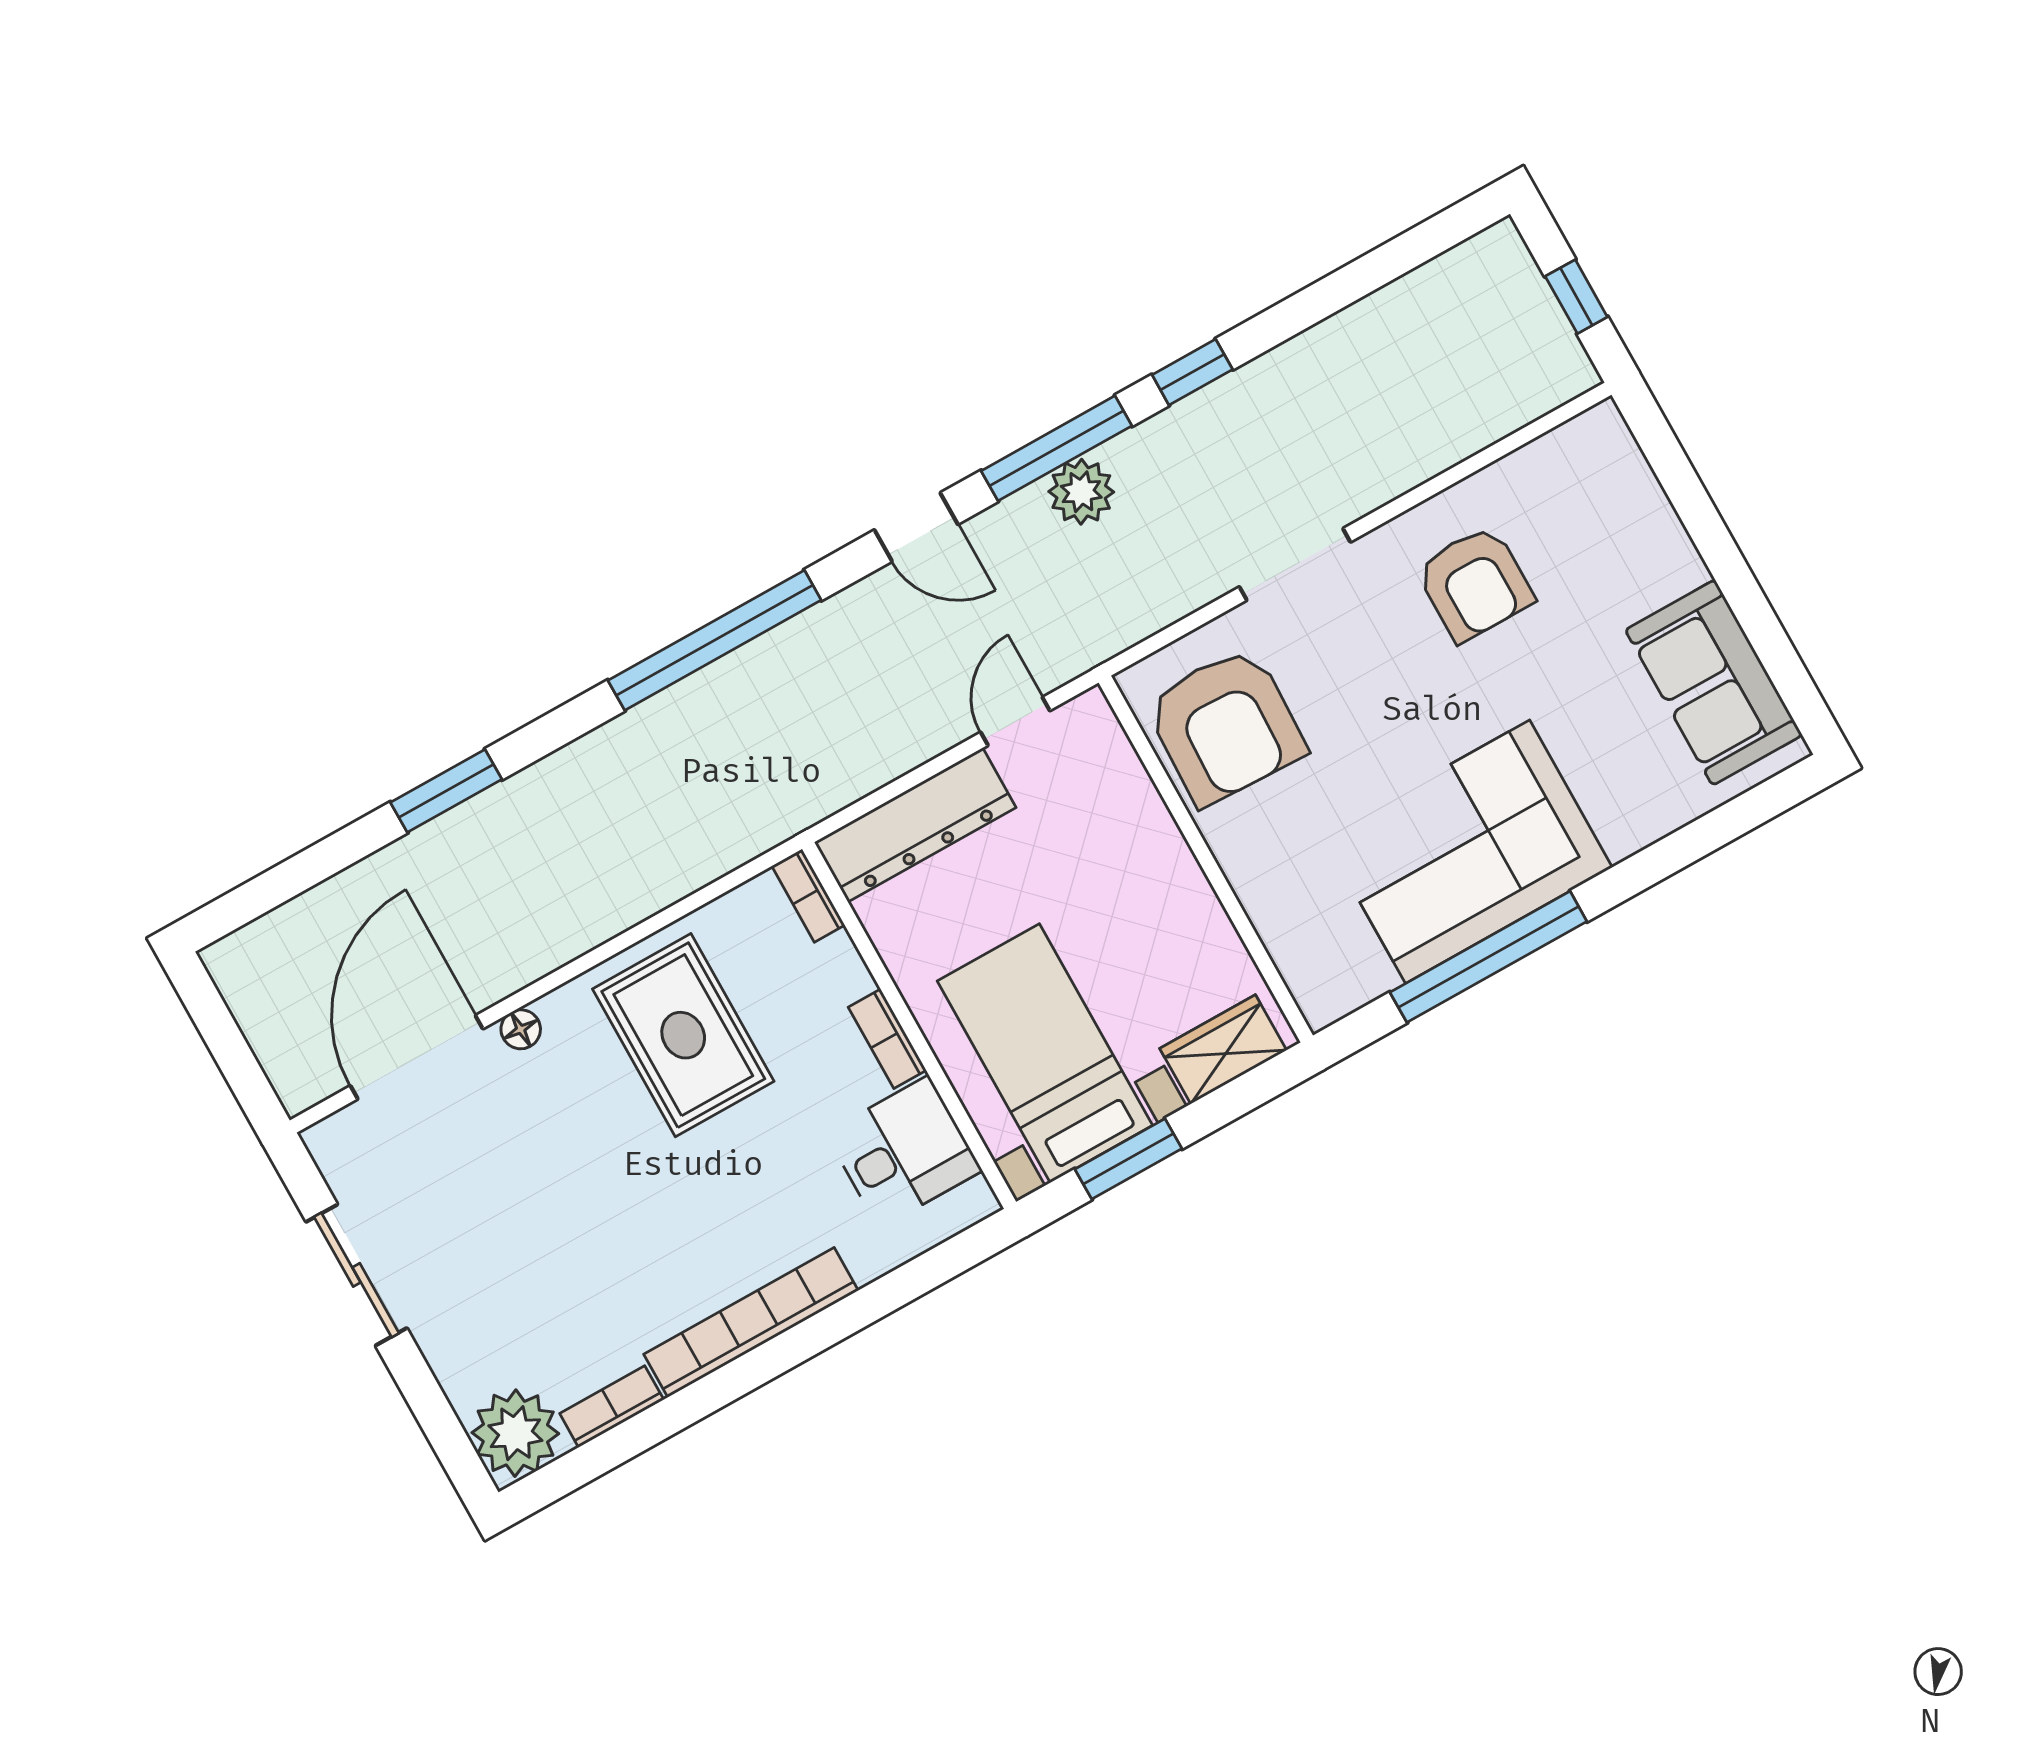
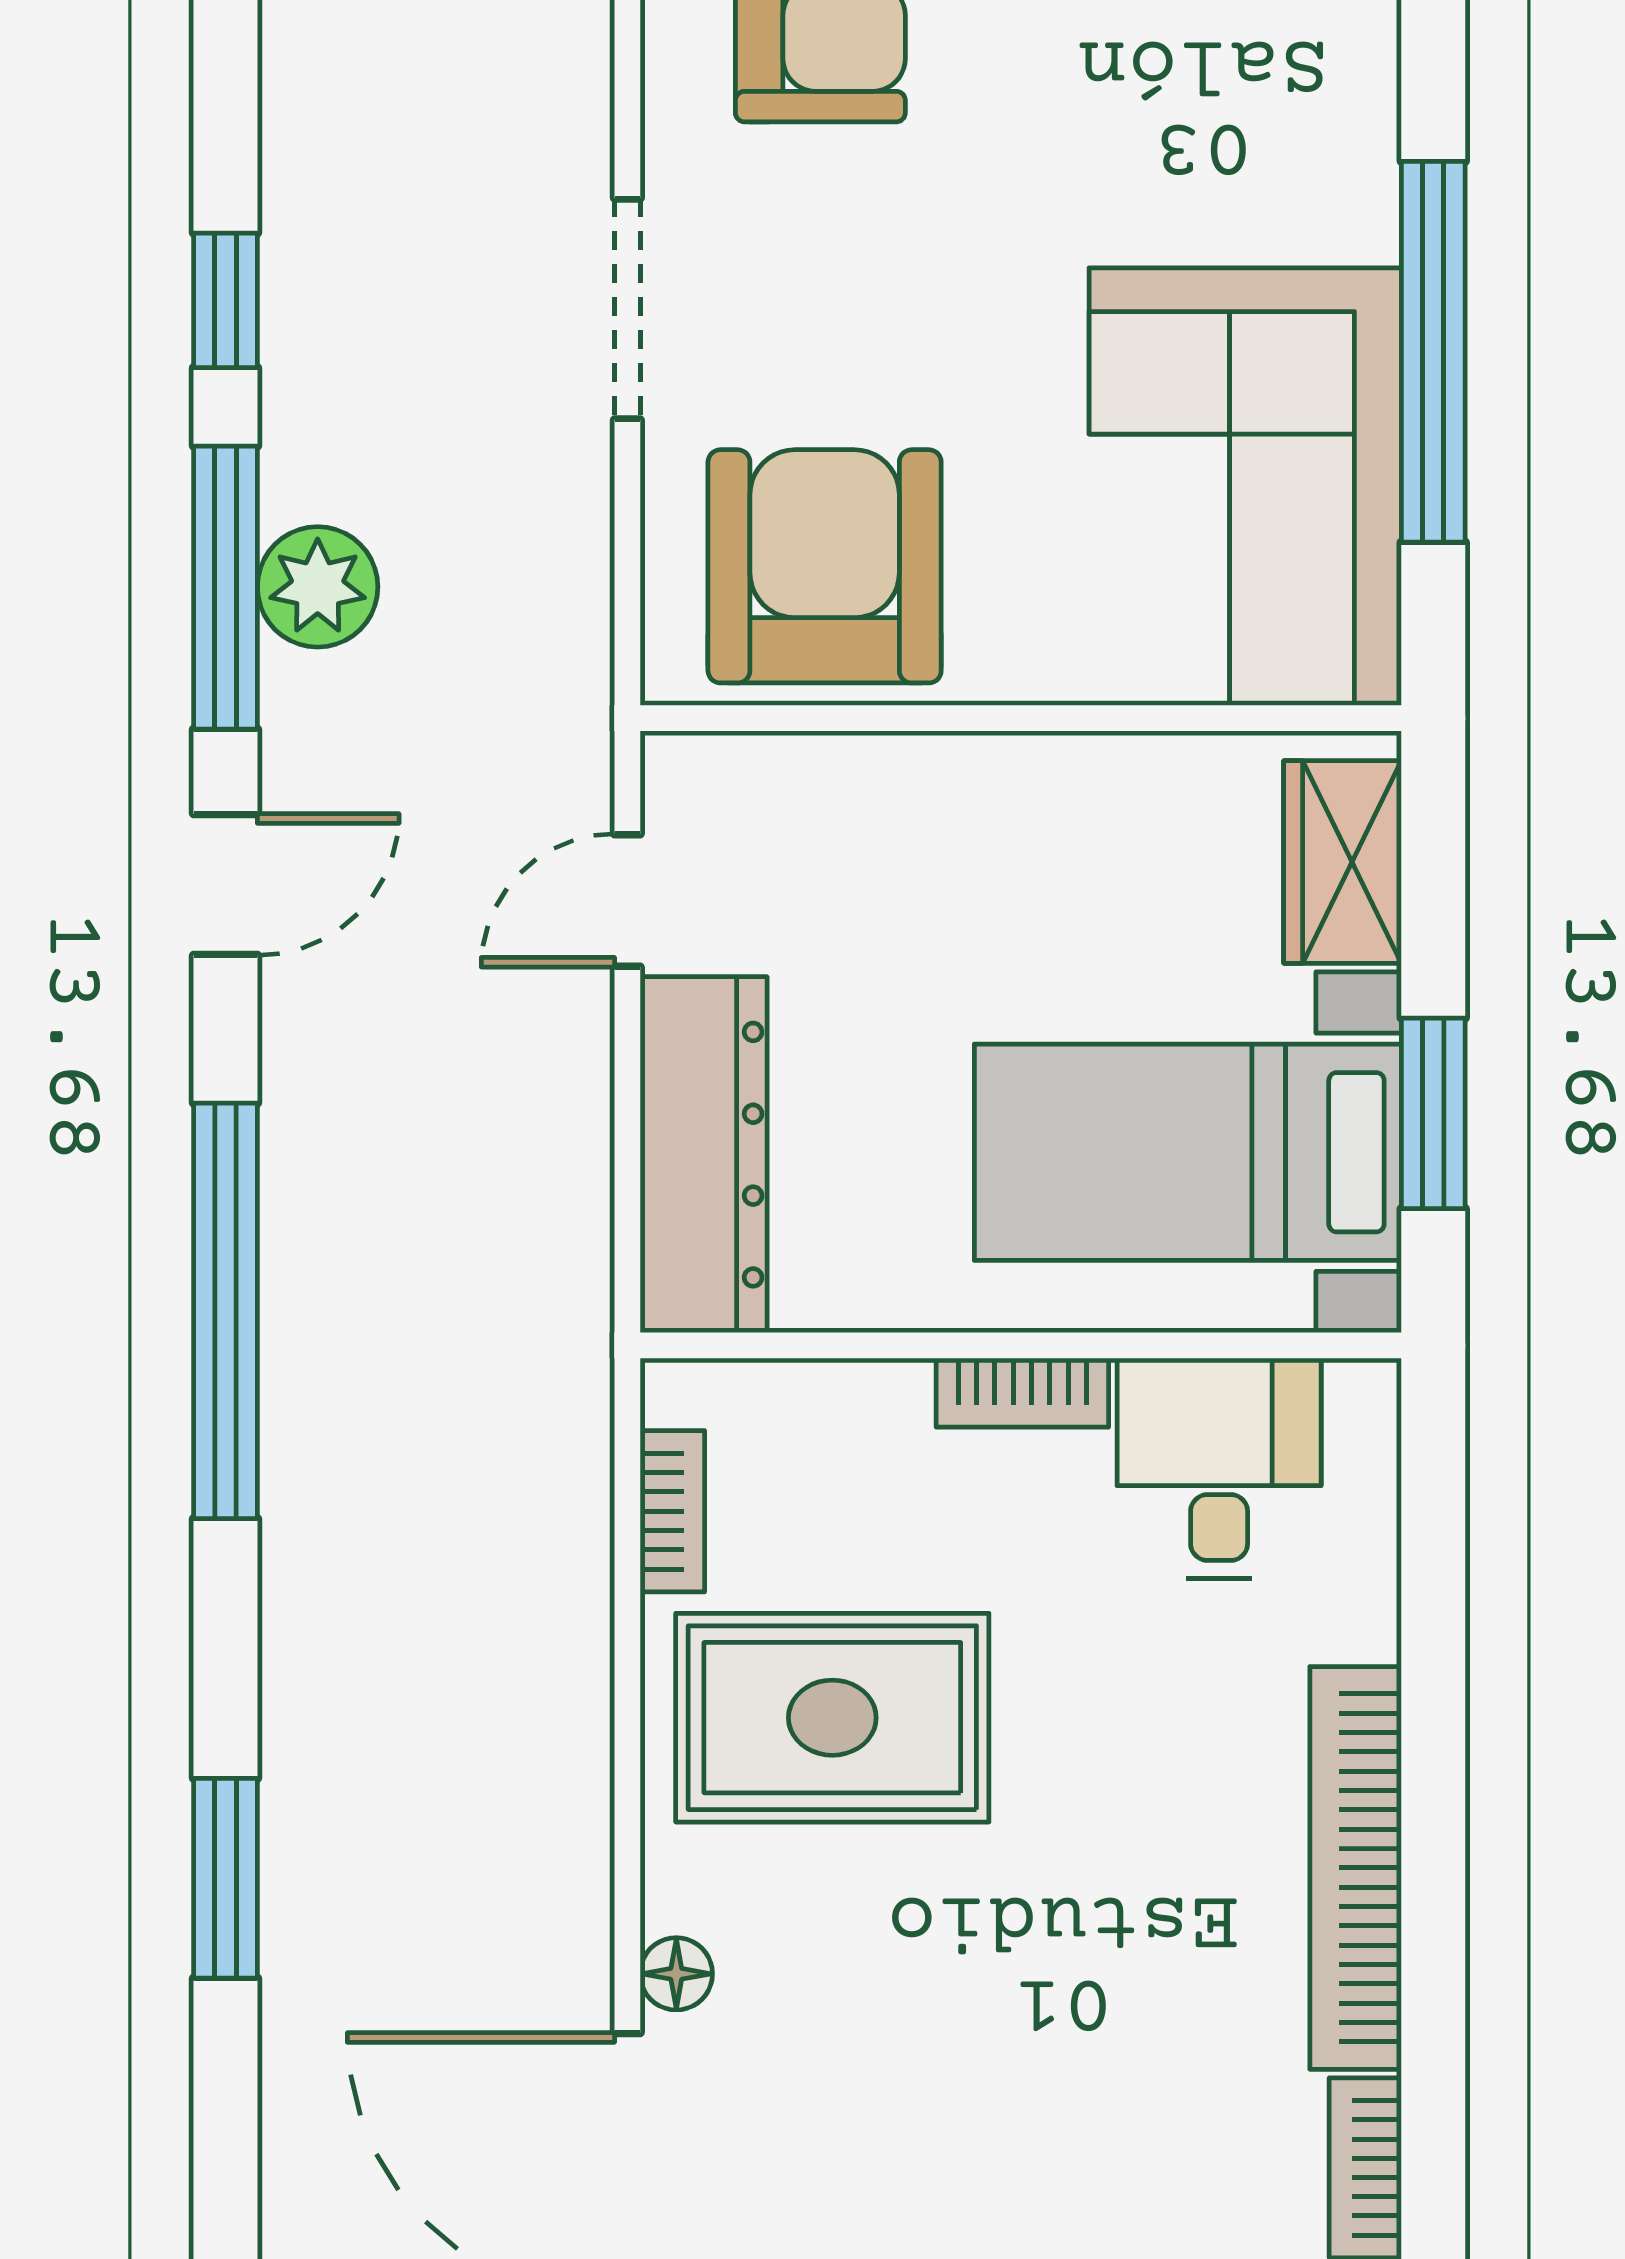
door: (1015, 721) -> (627, 900), hinge flipped
armchair: (1226, 726) -> (825, 566), turned -92
corner sofa: (1468, 852) -> (1245, 487), moved
bookcase: (808, 896) -> (672, 1511), moved, turned -90

